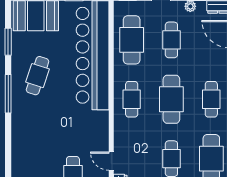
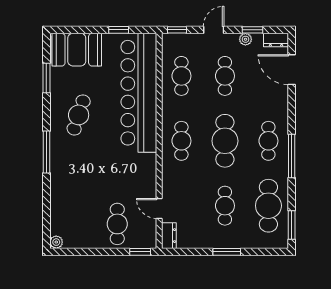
cafe table: (132, 40) -> (181, 76), width x0.73, depth x0.74
window: (8, 94) -> (46, 152), moved

